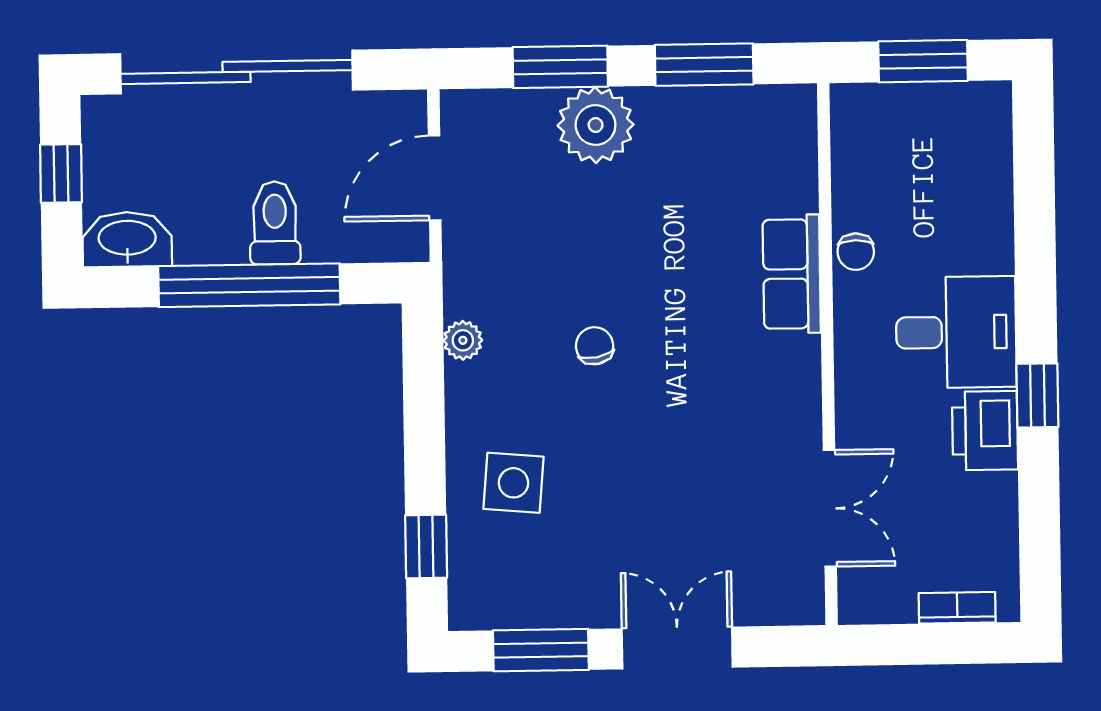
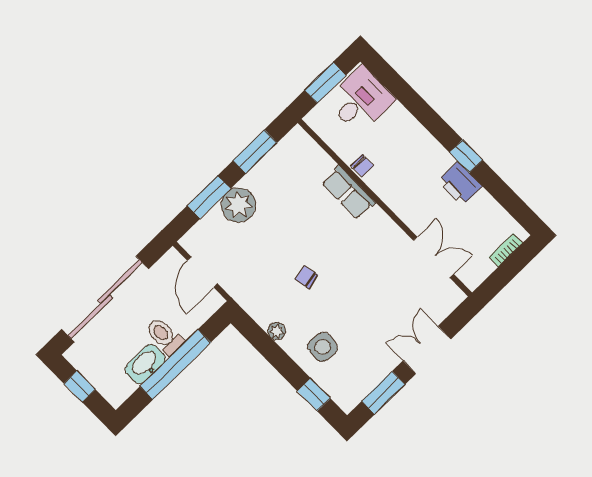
washbasin: (127, 239) -> (145, 364), moved
desk: (956, 332) -> (360, 100), moved
plant: (463, 340) -> (277, 331), moved

